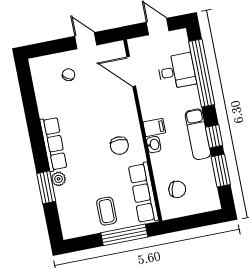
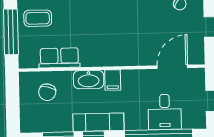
washbasin: (154, 145) -> (89, 80), width x1.91, depth x1.45
chair: (119, 146) -> (101, 42), removed
row of seats: (143, 193) -> (59, 58), width x0.68

